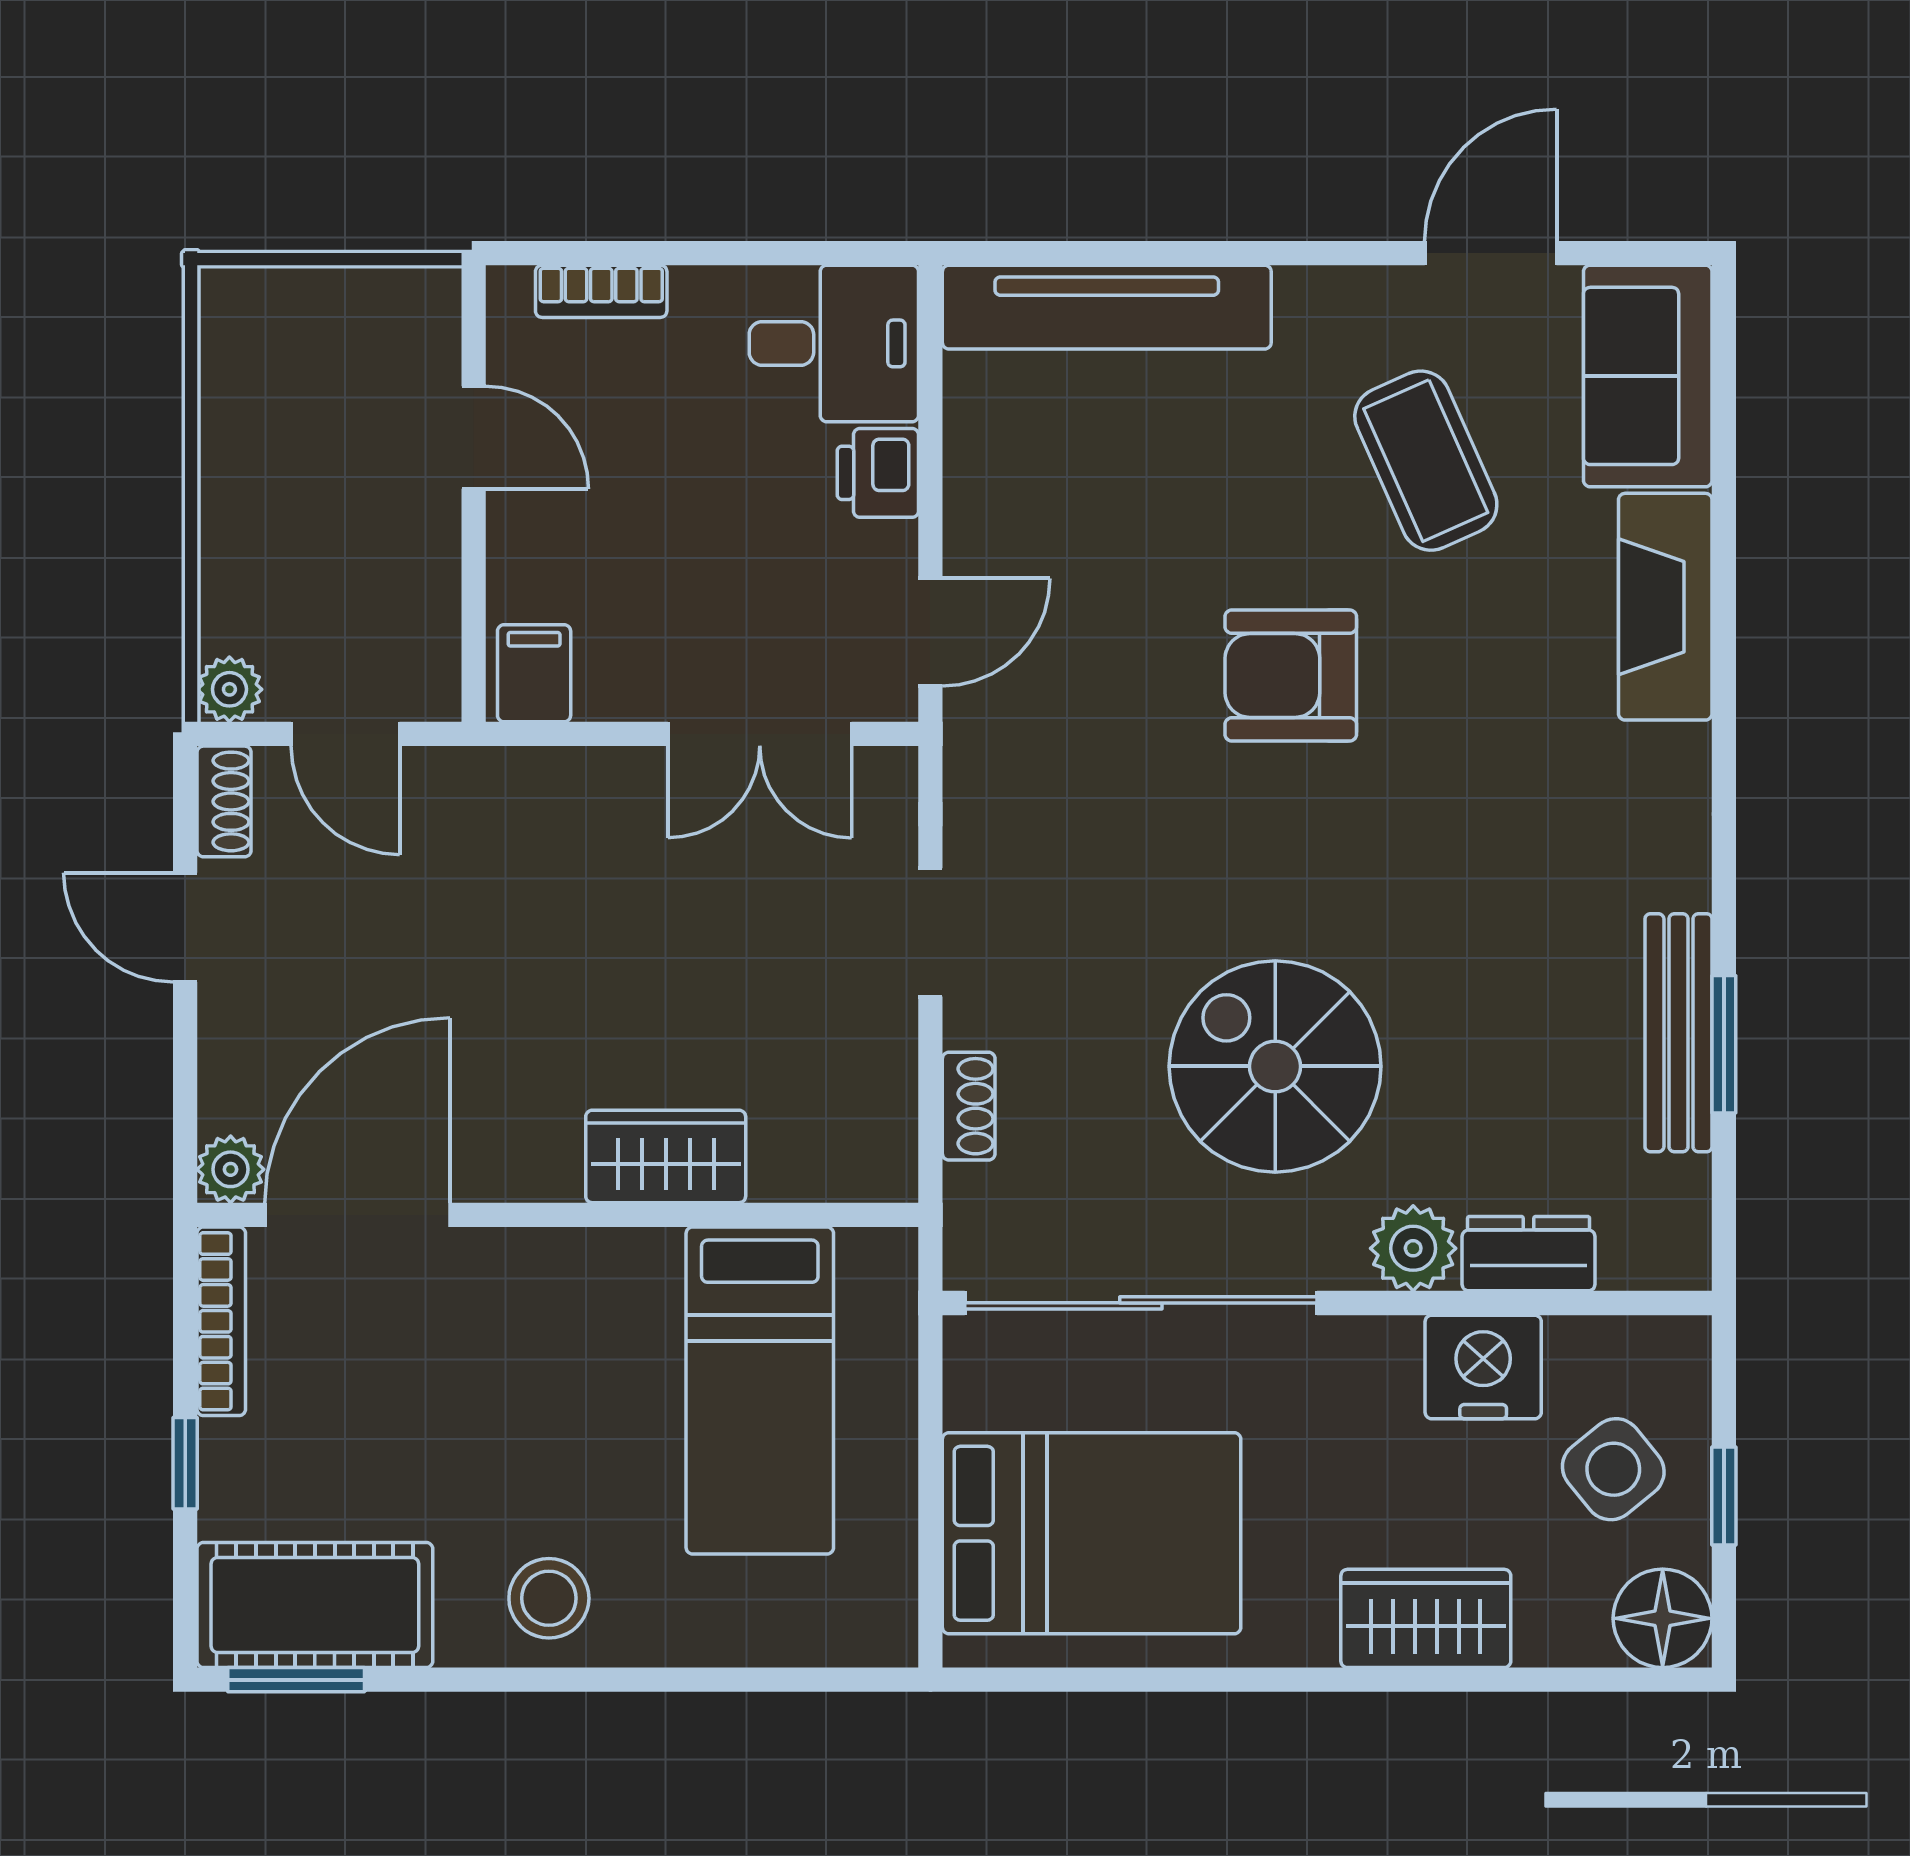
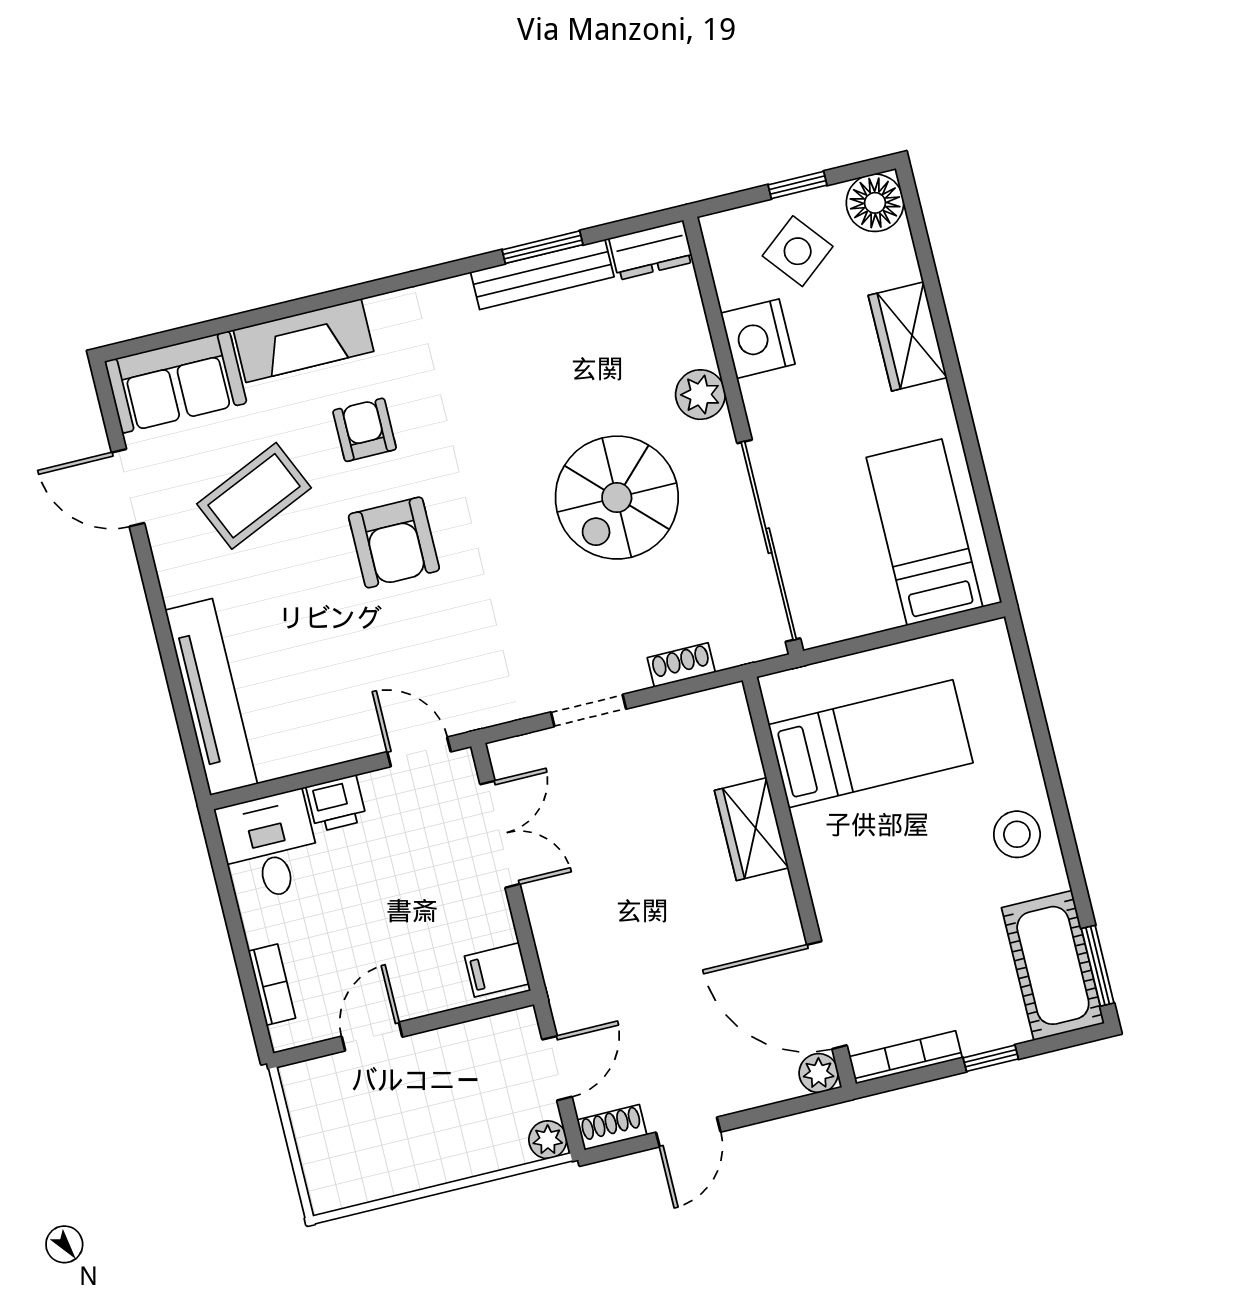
armchair: (1491, 672) -> (365, 430), added
dresser: (1529, 1254) -> (651, 250), moved, turned -90
bed: (1092, 1533) -> (924, 532), width x0.67

